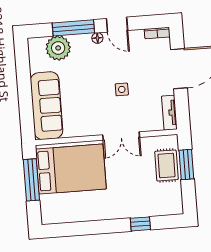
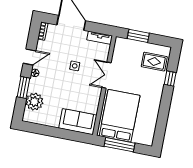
window: (73, 28) -> (24, 87), width x0.69
sofa: (47, 106) -> (78, 122), width x0.73
double door: (121, 136) -> (106, 75), swing flipped
rug: (166, 165) -> (154, 62), moved

